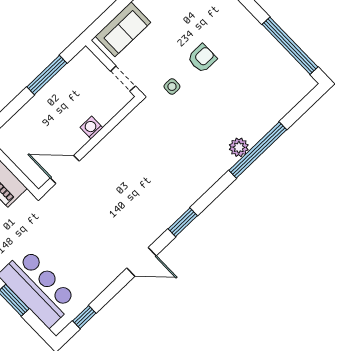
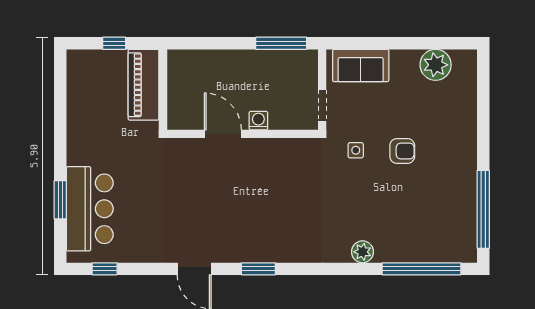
window: (47, 75) -> (281, 43), moved
window: (258, 150) -> (421, 269), moved
door: (65, 169) -> (223, 134), moved

